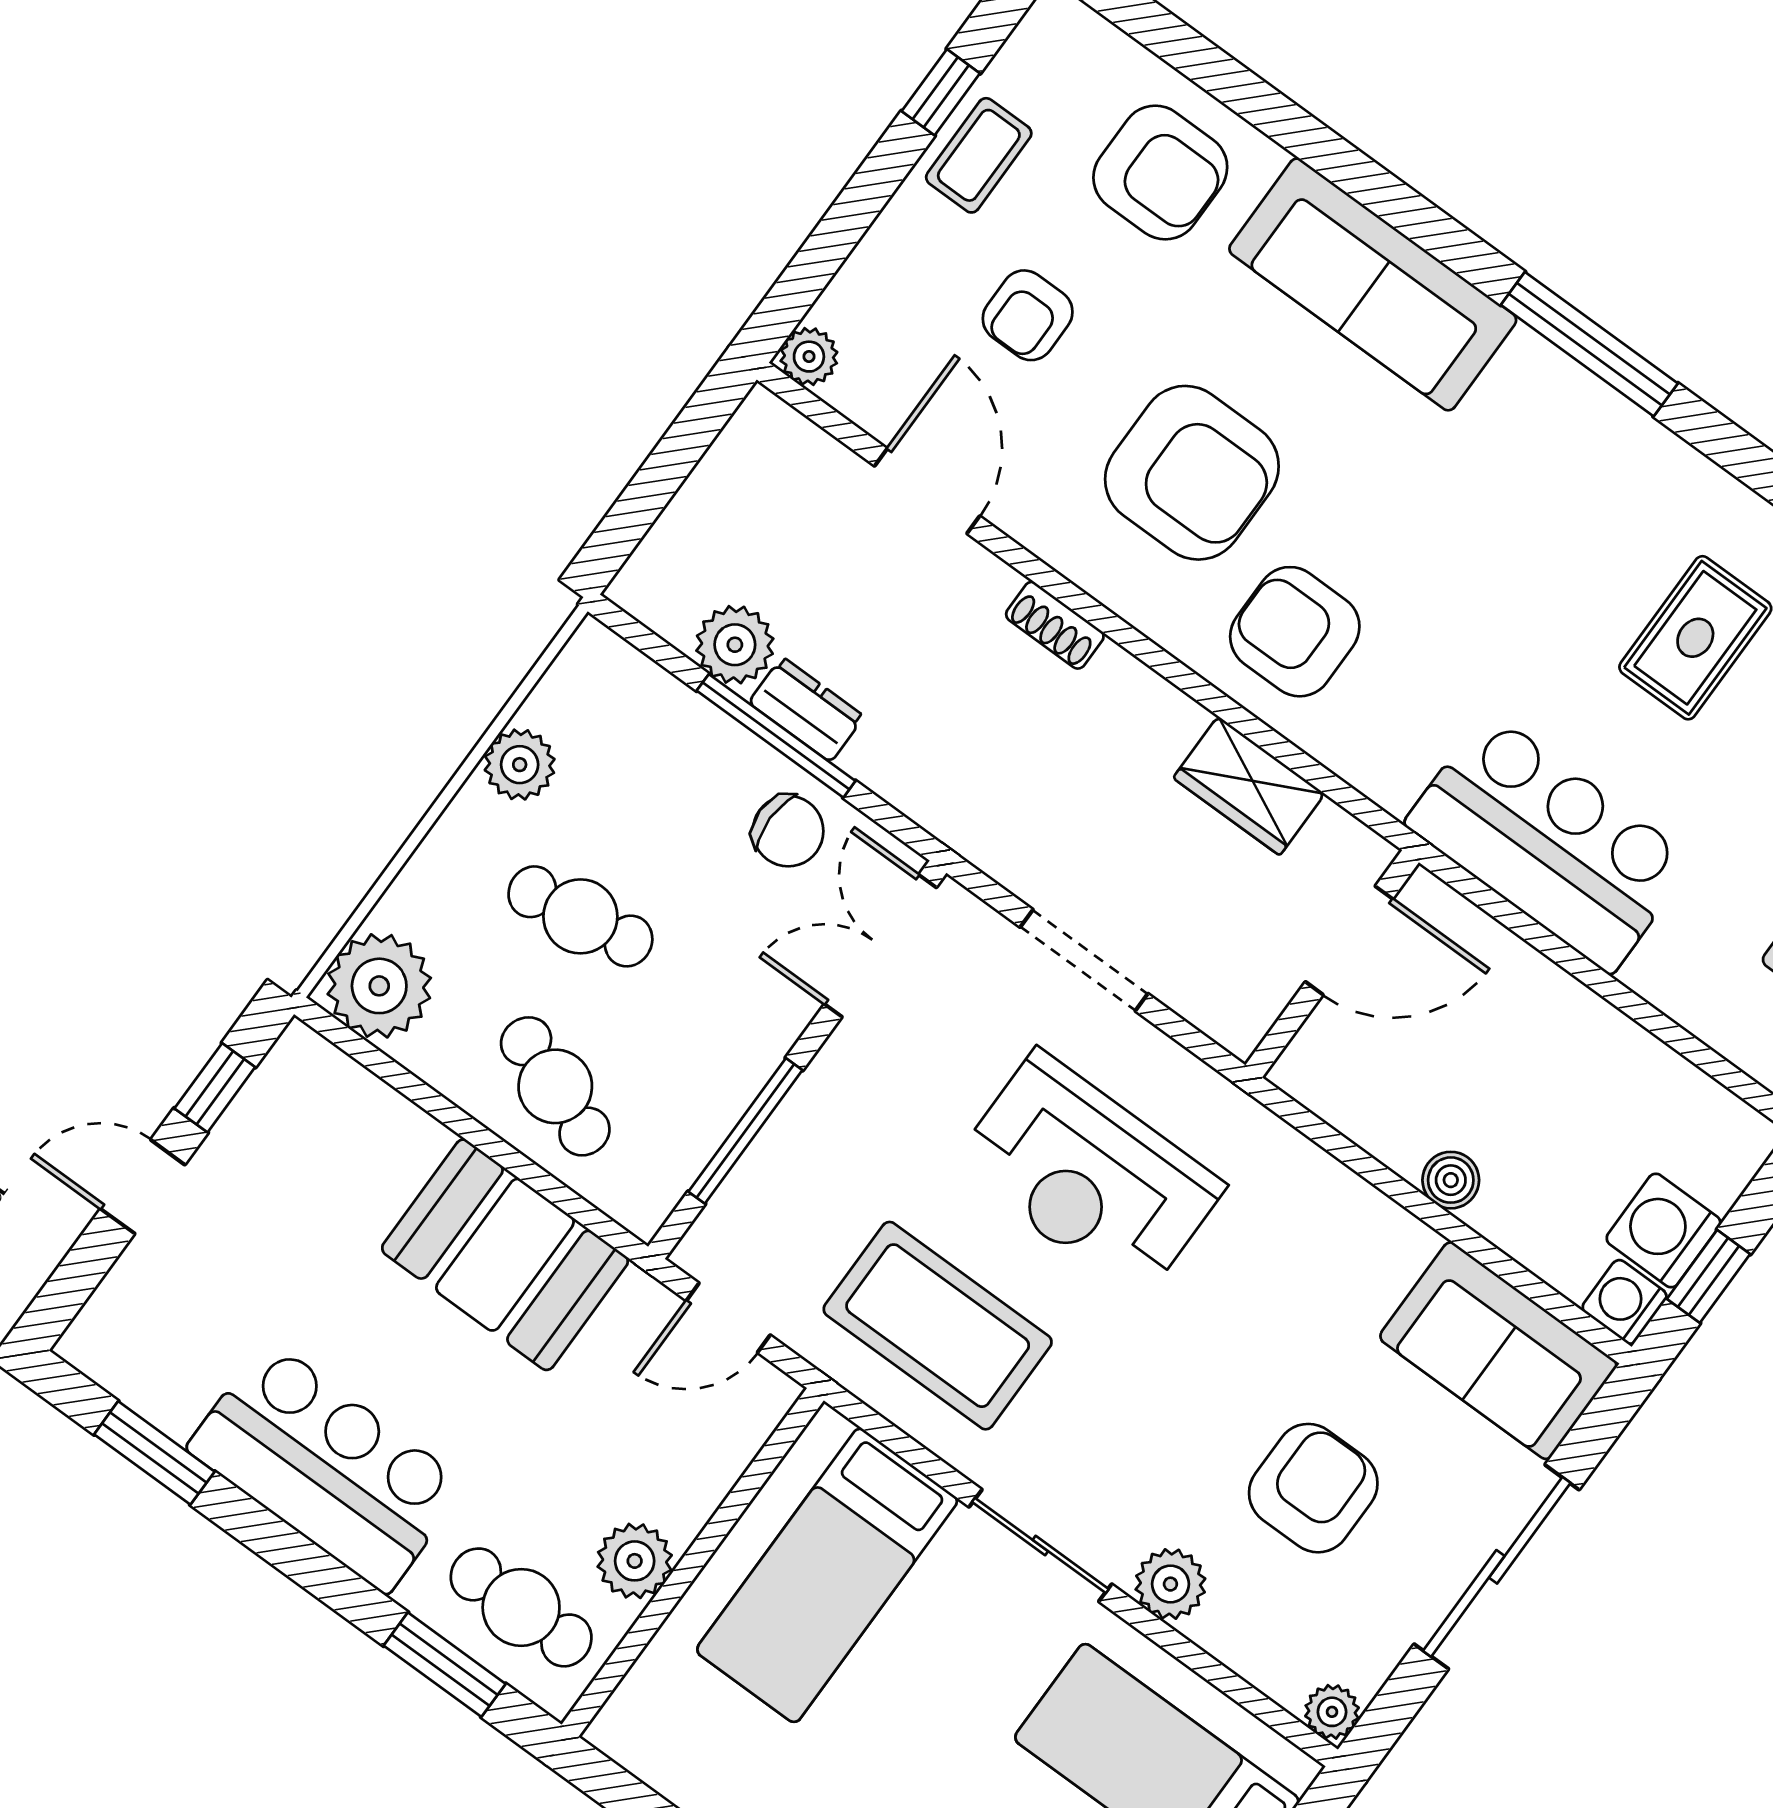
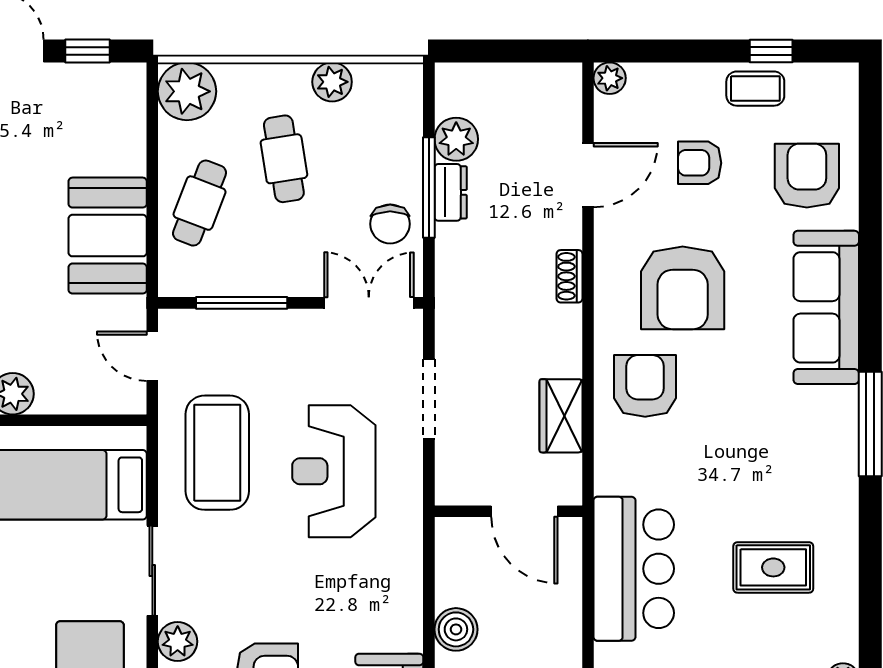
armchair: (1160, 173) -> (807, 176), turned 180
boiler: (1451, 1180) -> (456, 629), width x1.36, depth x1.36

